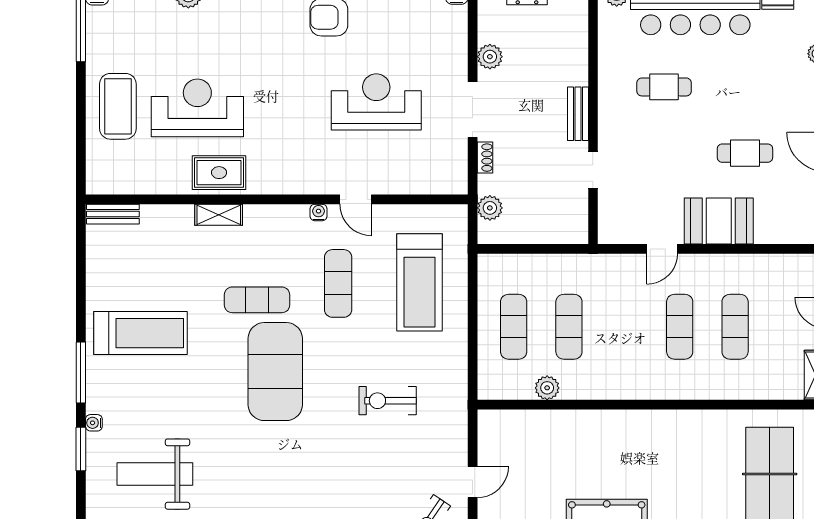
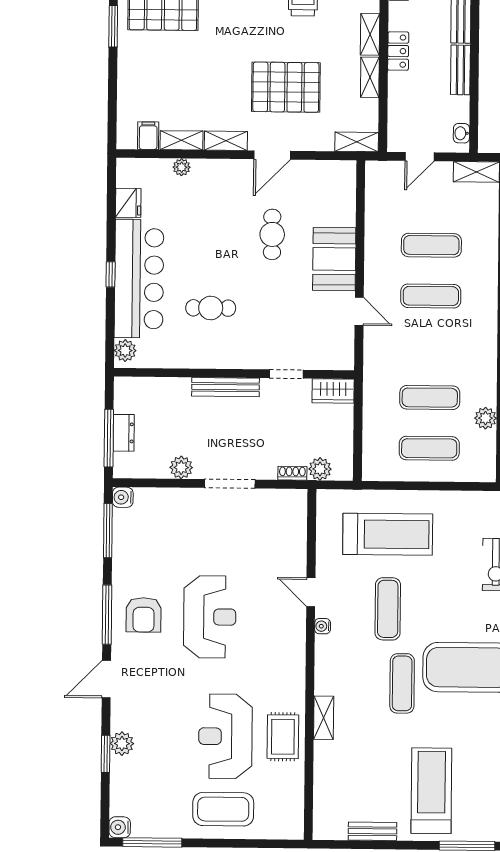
cafe table: (664, 87) -> (211, 308), turned 90
reception desk: (376, 102) -> (210, 617), moved, turned 180
bench: (578, 114) -> (226, 387), width x1.36
shoe rack: (485, 158) -> (292, 473), moved
rug: (219, 173) -> (283, 737), moved
door: (356, 199) -> (311, 592), swing flipped
bench: (113, 214) -> (372, 831), moved, turned 90
wardrobe: (575, 221) -> (333, 391), added
exercise mat: (338, 283) -> (388, 609), turned 90

